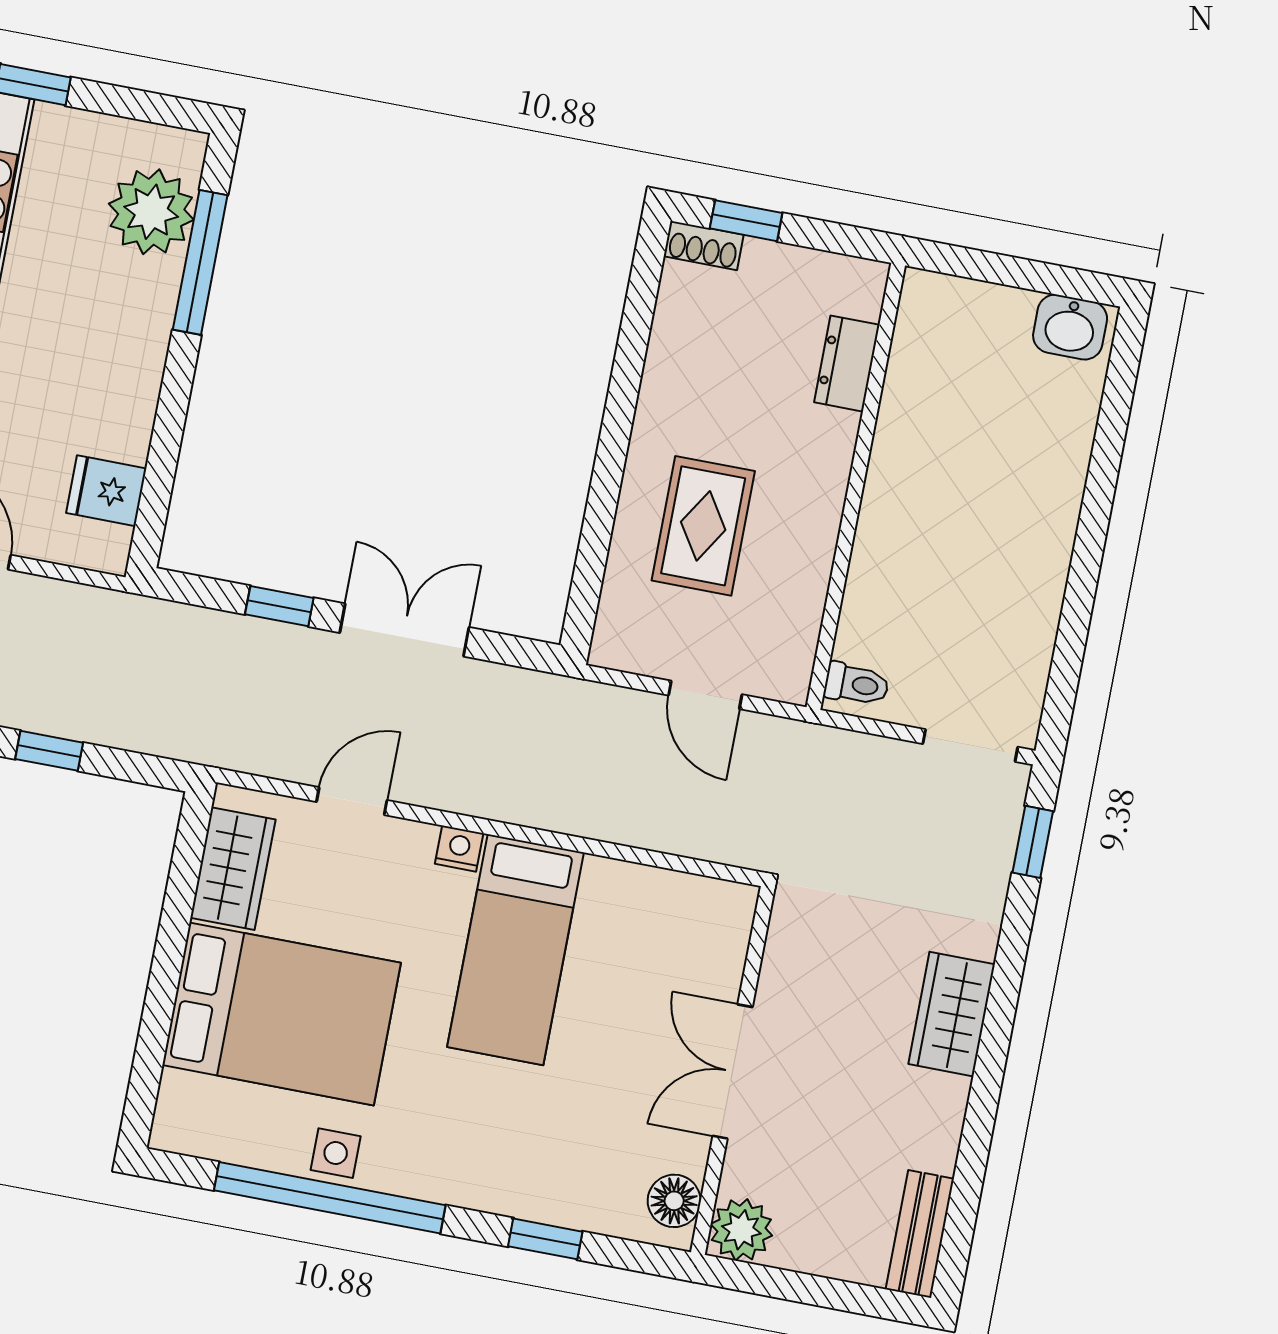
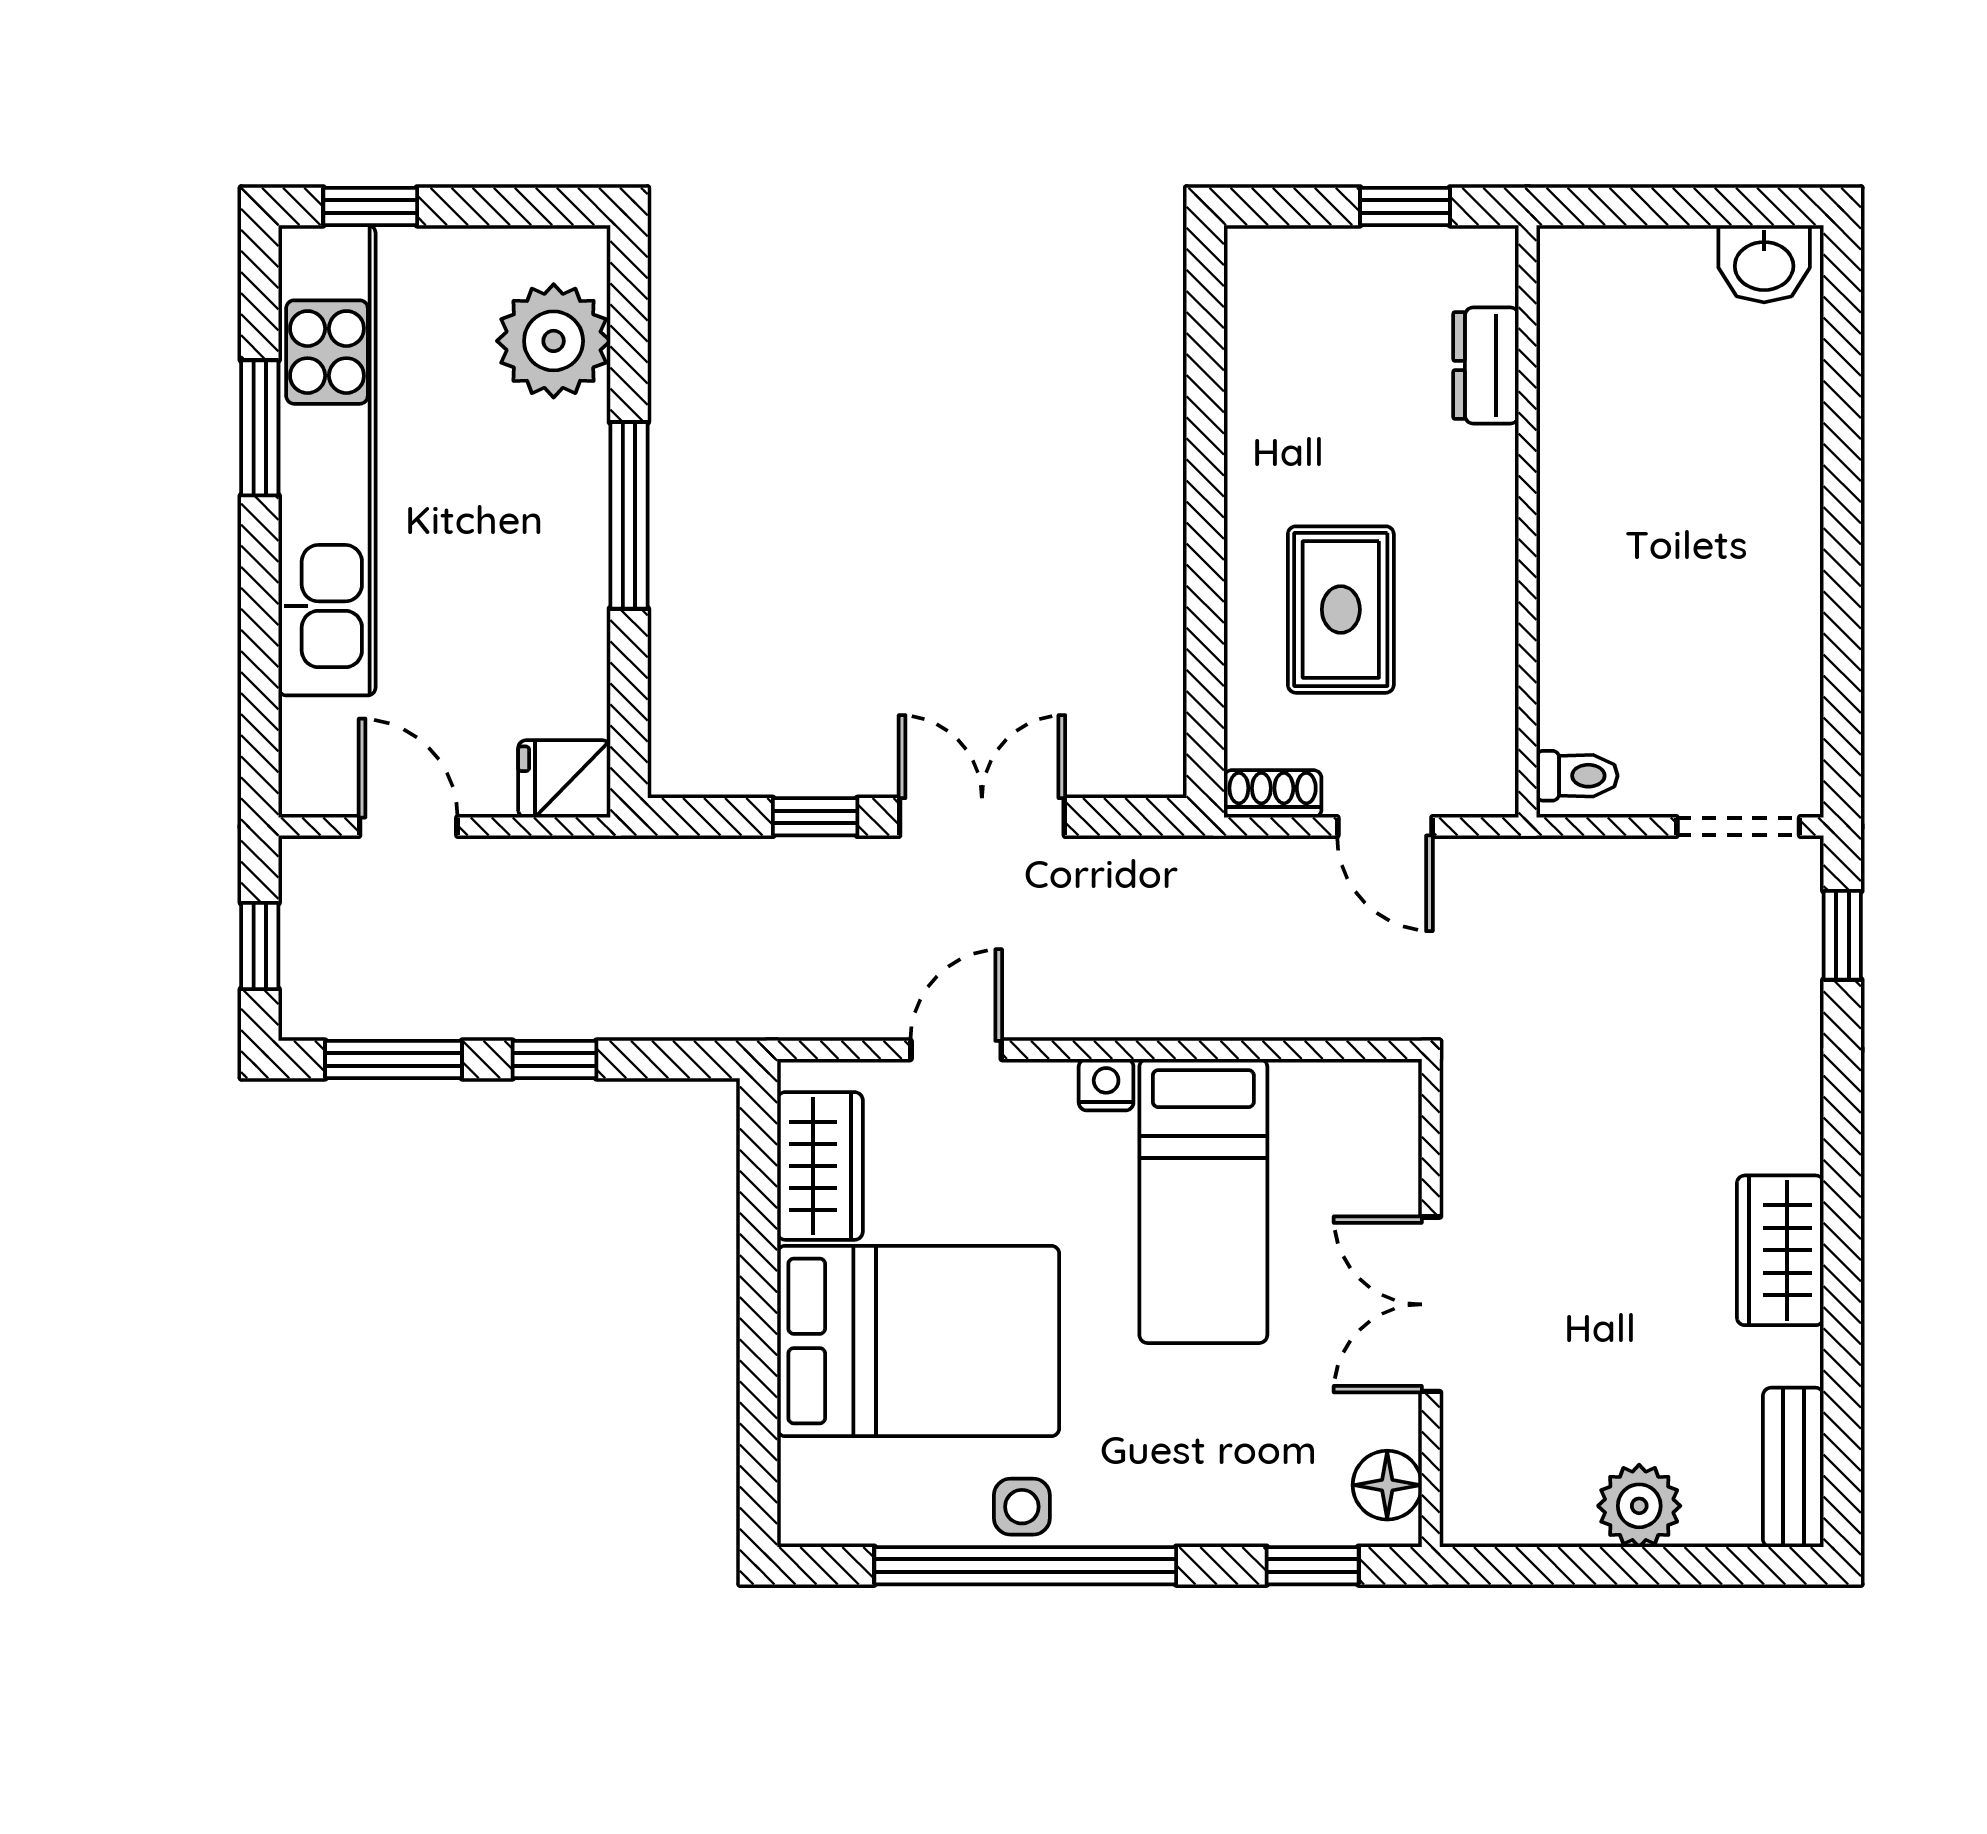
window: (746, 221) -> (1405, 206), moved
shoe rack: (704, 246) -> (1273, 794), moved, turned 180
window: (200, 262) -> (629, 515), moved
fridge: (106, 491) -> (564, 779), moved
wardrobe: (952, 1014) -> (1780, 1250), moved
wall: (733, 1070) -> (1431, 1303), moved
double door: (733, 1072) -> (1431, 1304), moved
floor lamp: (674, 1201) -> (1387, 1485), moved
plant: (741, 1230) -> (1639, 1506), moved

